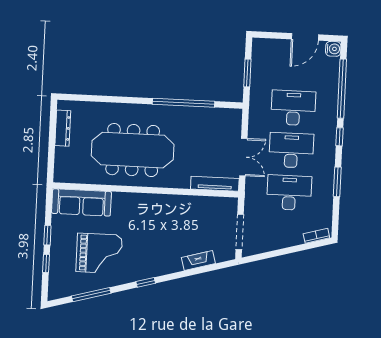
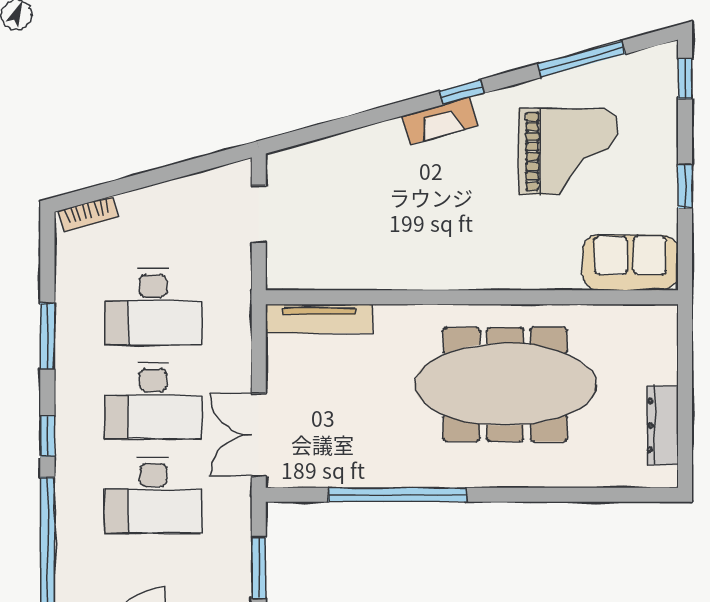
double door: (243, 157) -> (259, 435), moved
sofa: (81, 202) -> (630, 263), width x0.73
doorway: (240, 232) -> (259, 214), width x0.73
grand piano: (99, 253) -> (568, 151), turned 180
fireplace: (198, 260) -> (440, 121), moved
window: (46, 263) -> (685, 79), moved

